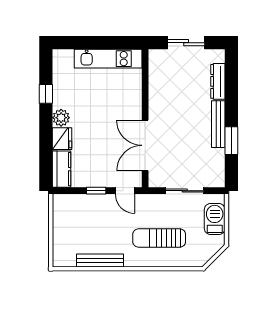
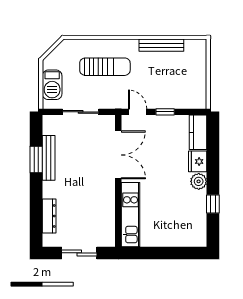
kitchen unit: (108, 59) -> (131, 215), moved, turned 90
bench: (218, 124) -> (49, 158), moved

